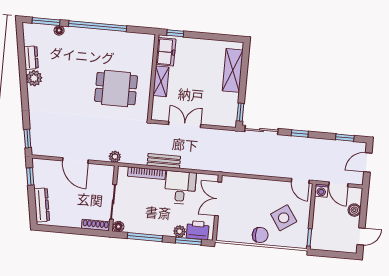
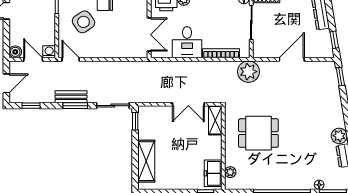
plant: (148, 51) -> (230, 172), added
shelving: (161, 81) -> (215, 120), moved
window: (300, 134) -> (75, 106), width x1.50
plant: (115, 157) -> (248, 72), width x1.88, depth x1.88
door: (75, 160) -> (292, 59), hinge flipped
bench: (164, 161) -> (71, 97), moved
boiler: (354, 210) -> (15, 52), moved

